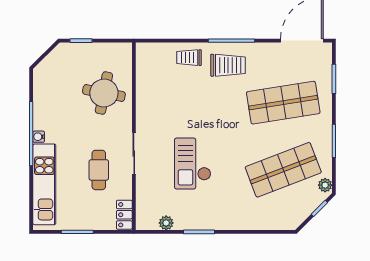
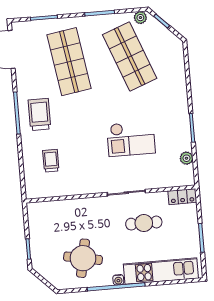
trolley: (189, 58) -> (51, 161), moved, turned 180
round table: (104, 93) -> (83, 258), moved

